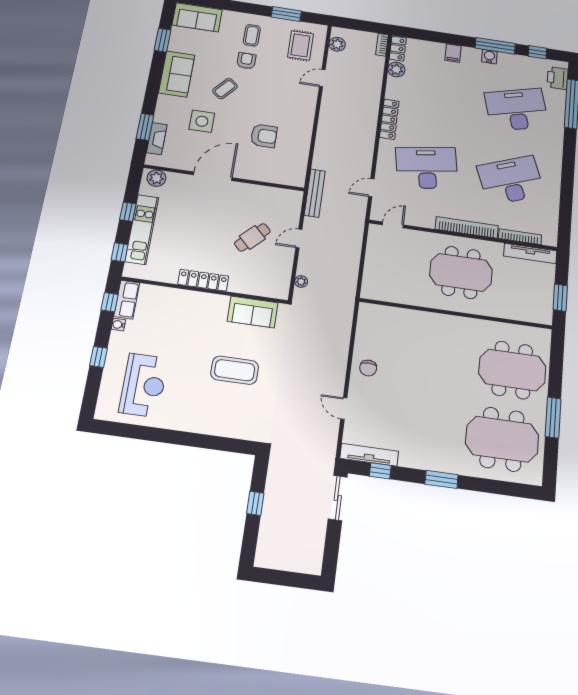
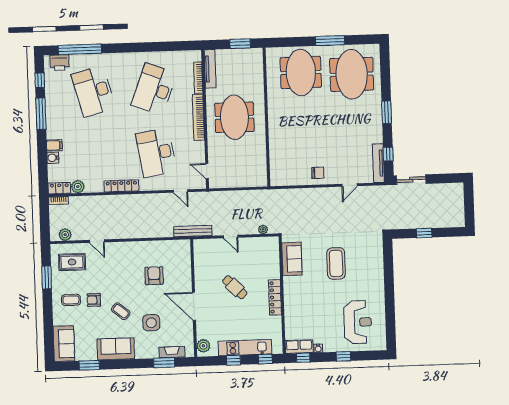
water cooler: (489, 57) -> (53, 158), moved
desk: (511, 180) -> (154, 89), turned 42
cafe table: (252, 237) -> (235, 287), moved
reception desk: (143, 385) -> (358, 322), turned 90

